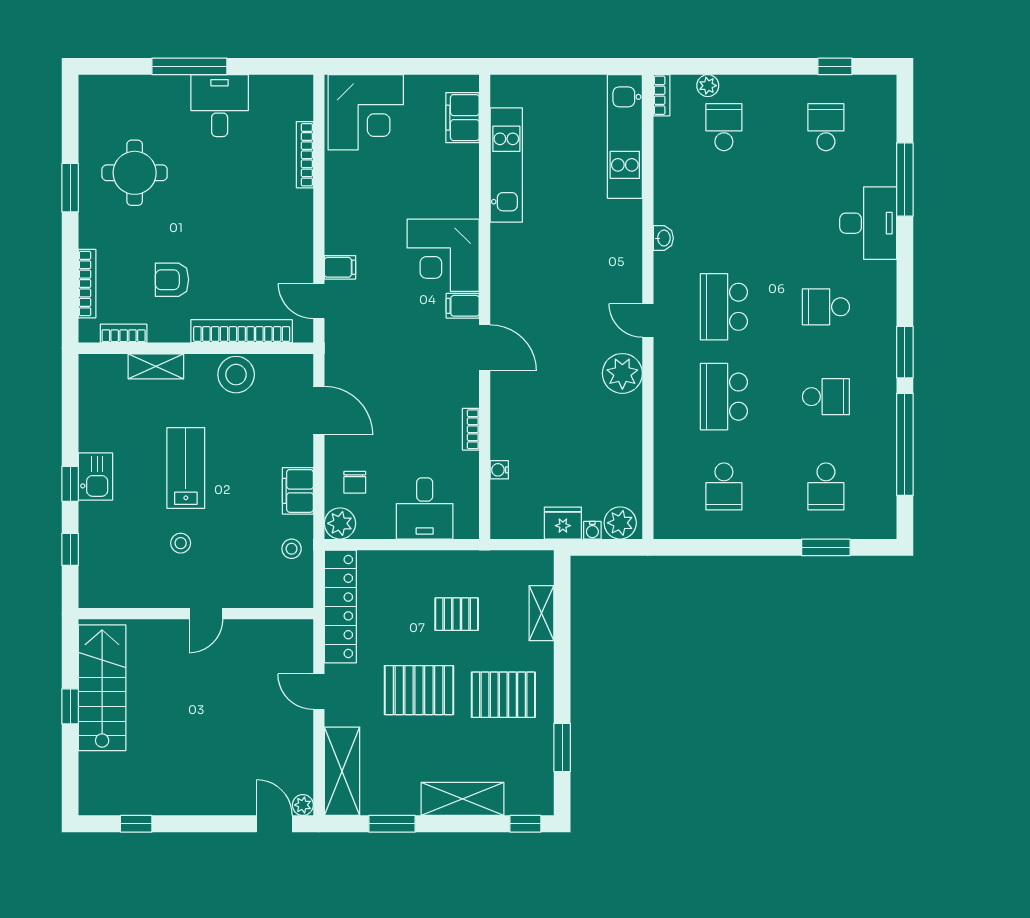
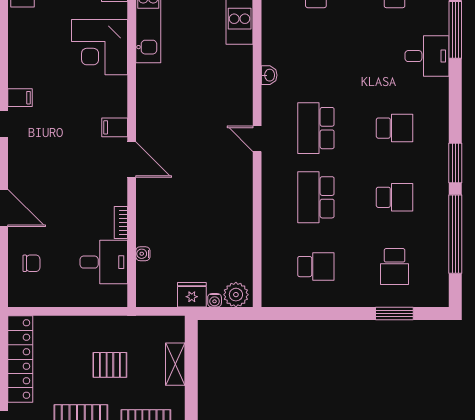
desk: (868, 223) -> (427, 56), width x0.73
corner desk: (443, 255) -> (99, 47), moved
school desk: (826, 307) -> (395, 128), turned 180
plant: (622, 373) -> (238, 179), removed
chair: (355, 482) -> (31, 263), turned -90
school desk: (724, 486) -> (316, 267), turned -90
desk: (425, 508) -> (104, 262), moved, turned -90
plant: (340, 523) -> (20, 295), removed

